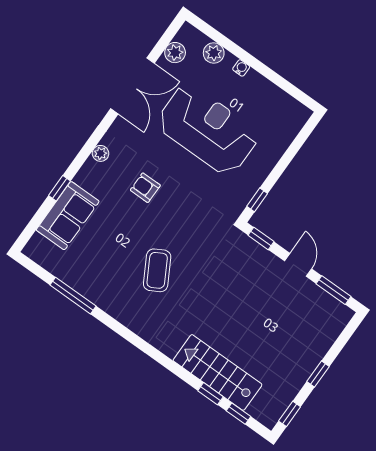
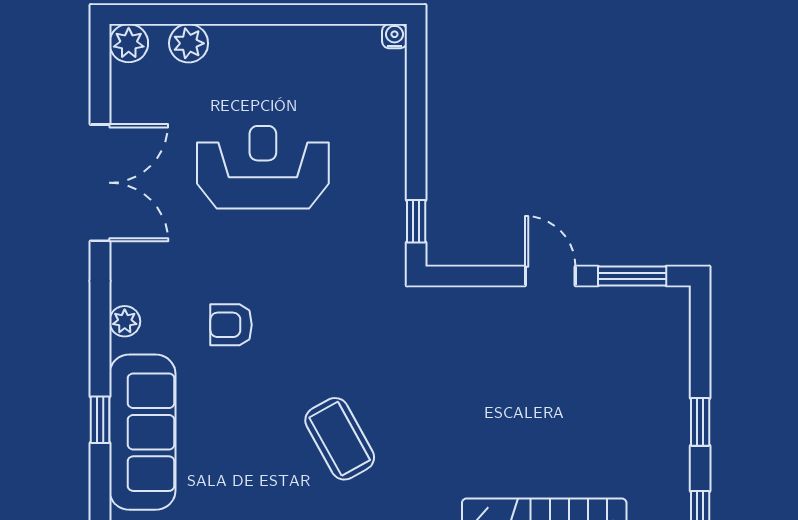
plant: (175, 53) -> (129, 43), moved
water cooler: (241, 68) -> (394, 36), moved
reception desk: (208, 129) -> (263, 167), width x0.74, depth x0.77
sofa: (68, 216) -> (142, 432), width x1.36
window: (261, 238) -> (464, 276), removed

